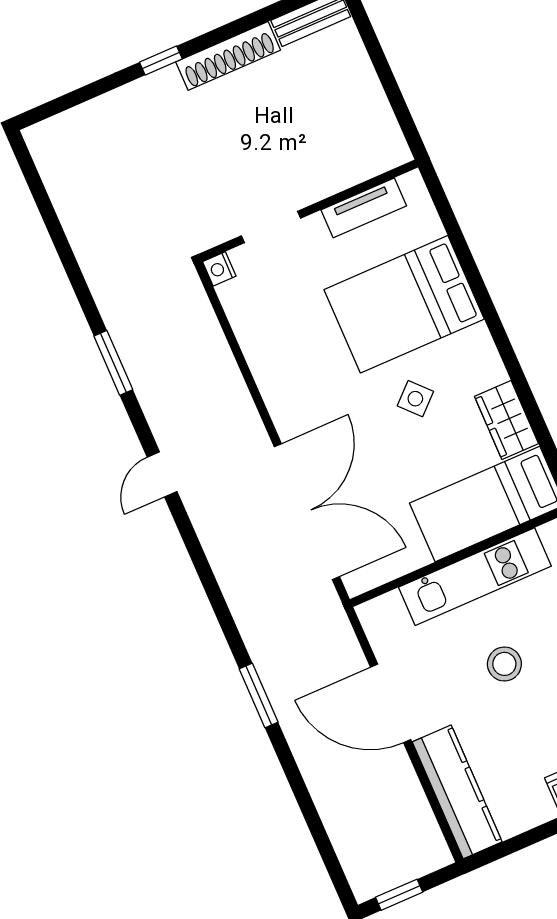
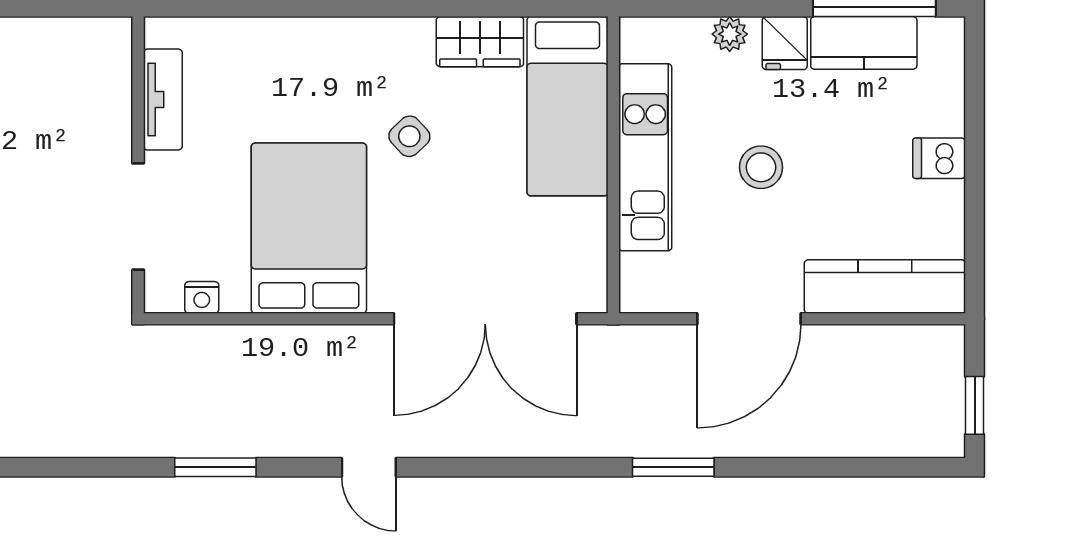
doorway: (271, 227) -> (138, 216), width x1.38
nightstand: (219, 269) -> (202, 297), moved
bed: (404, 304) -> (309, 228), moved, turned 180
double door: (307, 512) -> (485, 319), swing flipped

